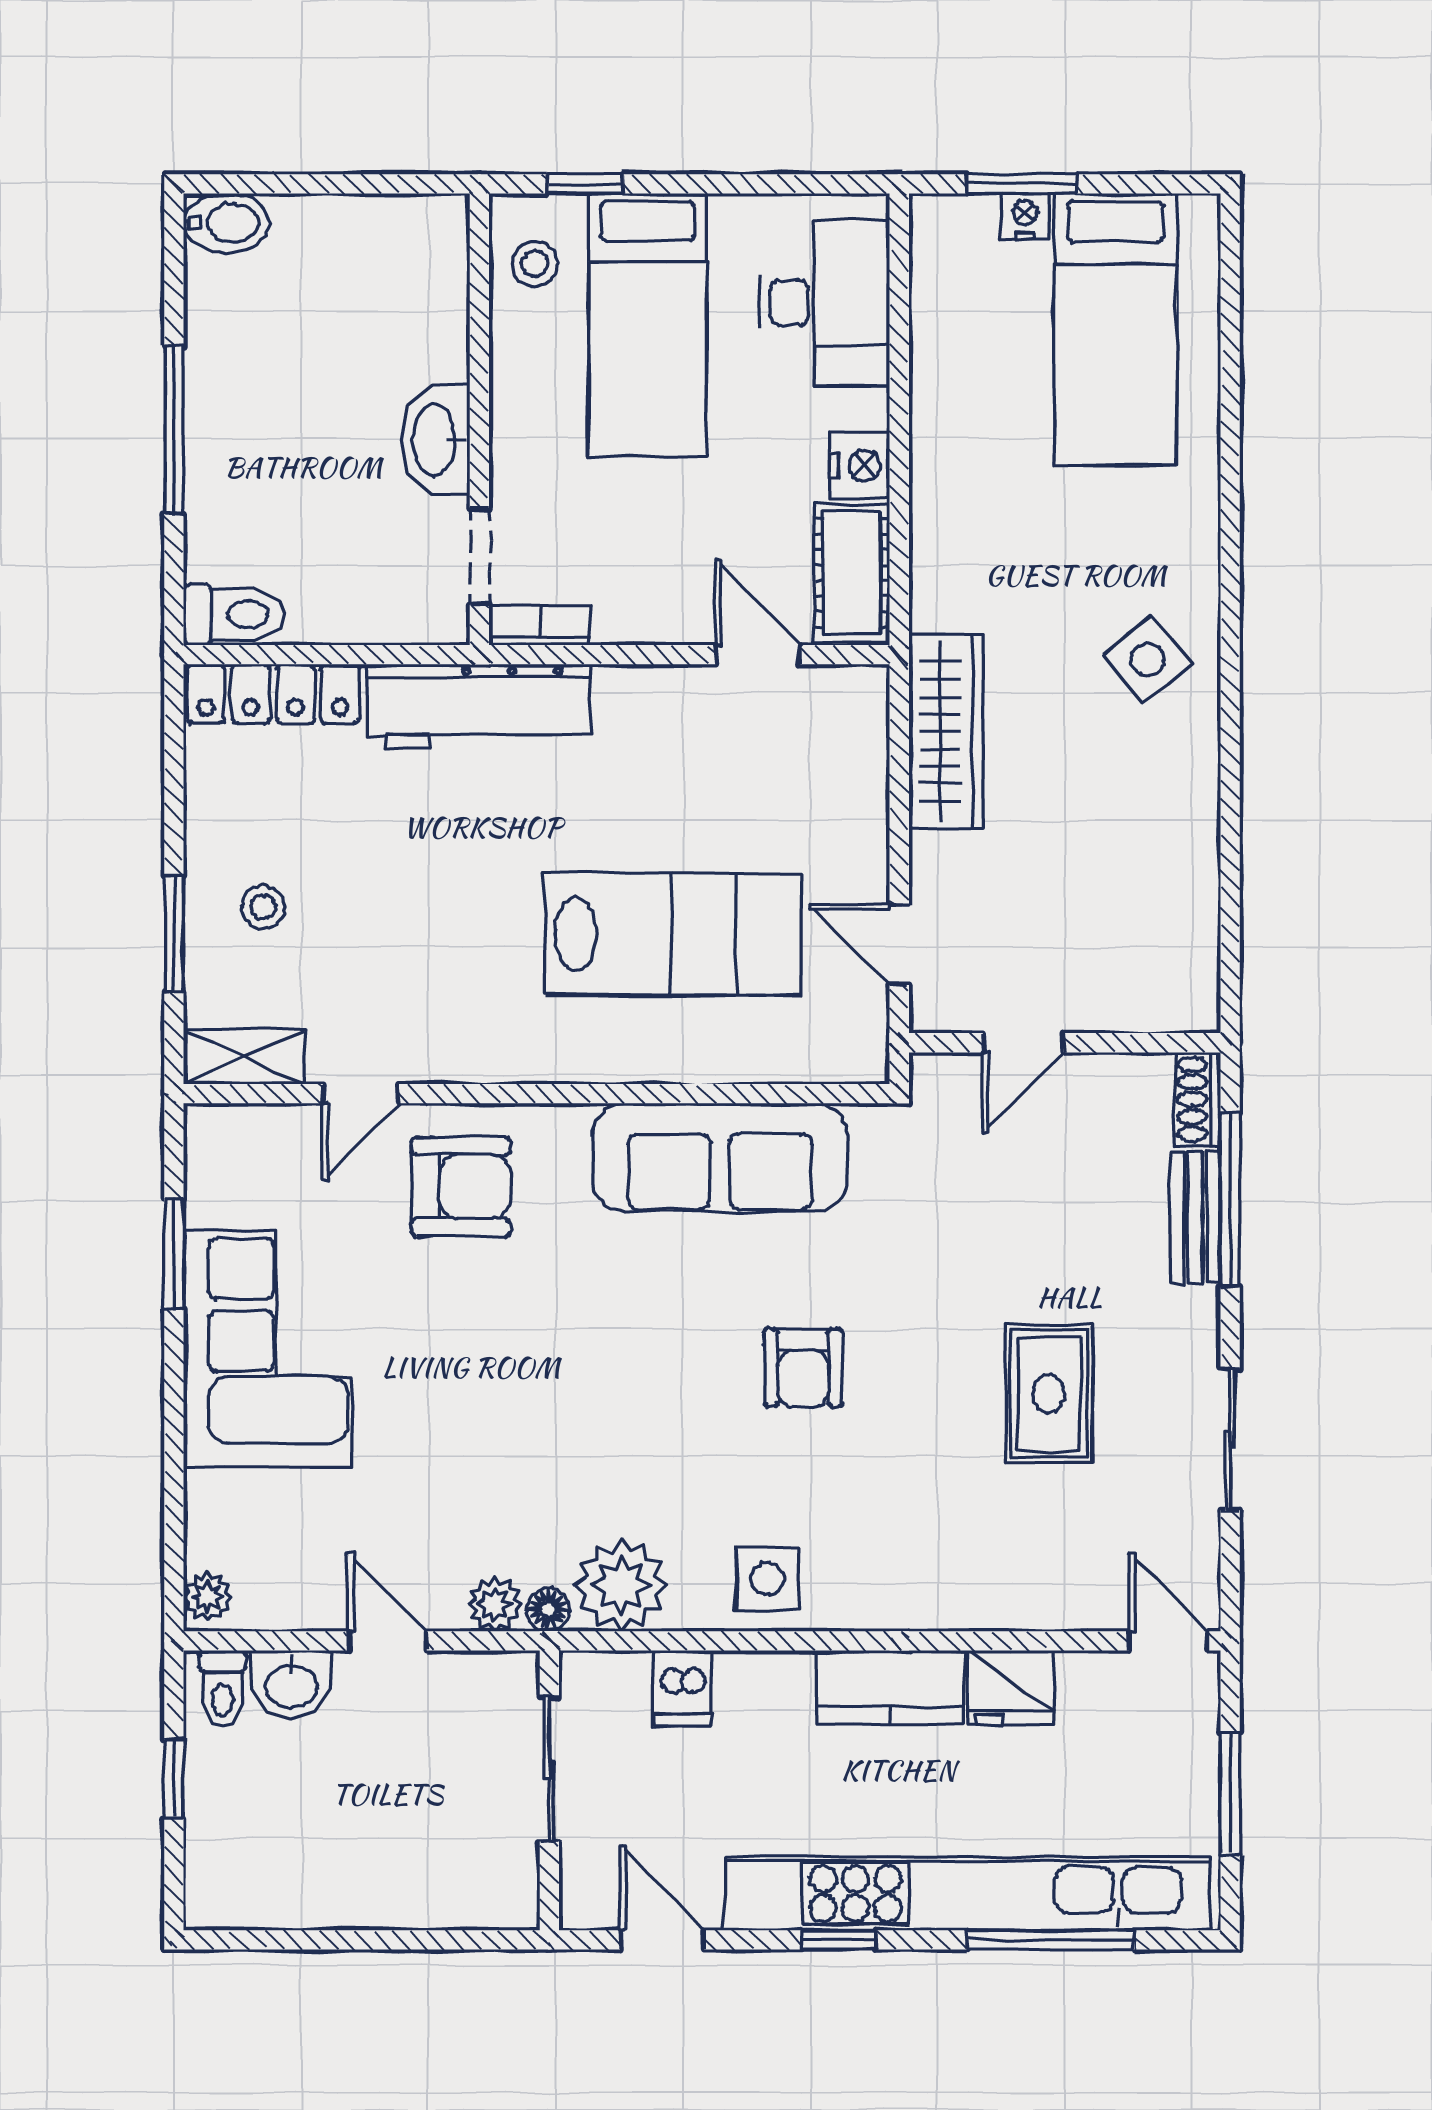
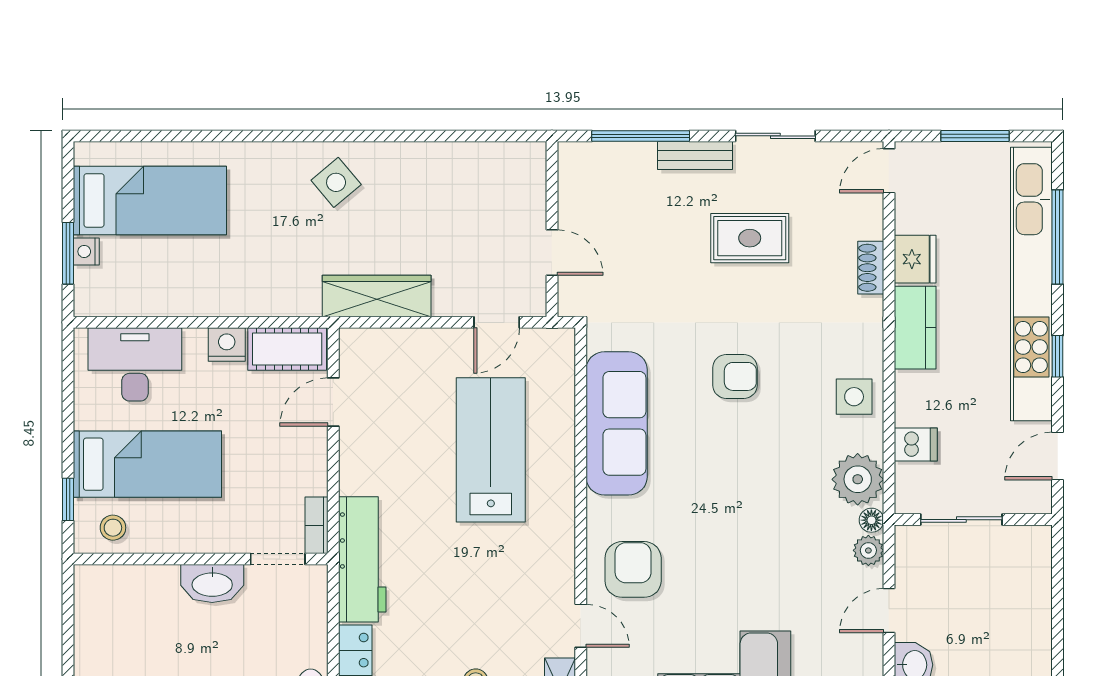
shoe rack: (1198, 1099) -> (871, 268), moved, turned 90
bench: (1195, 1218) -> (695, 156), moved

